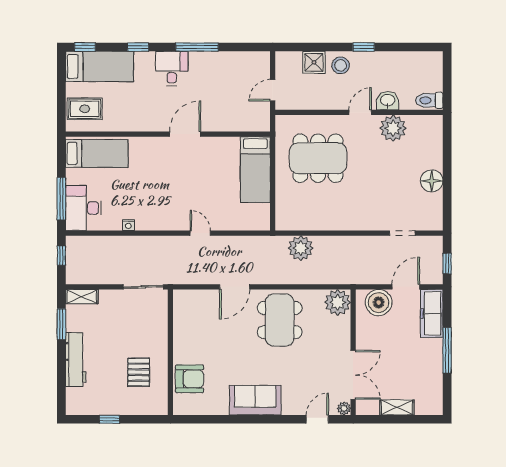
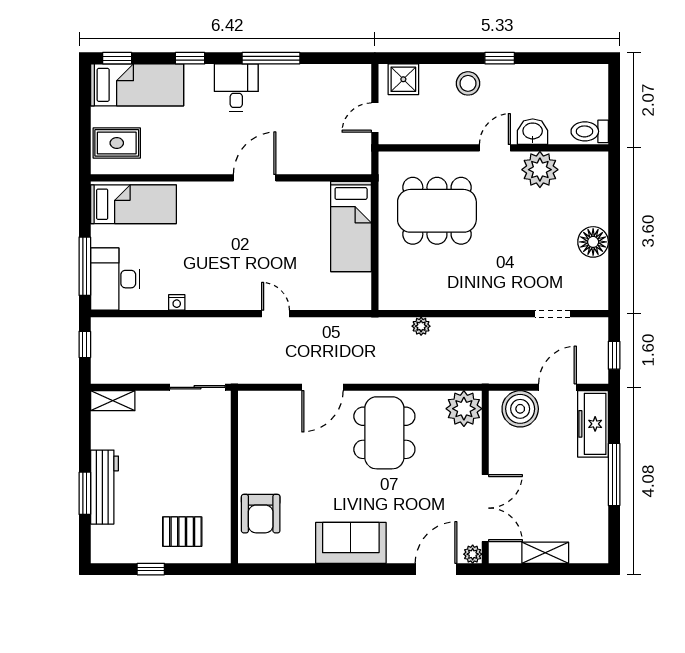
shower: (314, 62) -> (403, 79), moved
plant: (301, 248) -> (421, 326), width x0.53, depth x0.53
window: (61, 324) -> (85, 493), moved
pallet: (139, 372) -> (182, 532), moved, turned 90
armchair: (190, 379) -> (261, 514), turned 90
door: (317, 419) -> (436, 569), width x1.38

